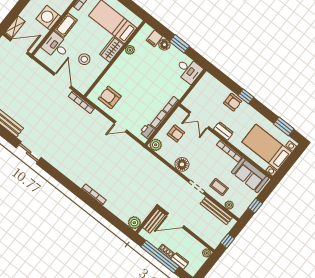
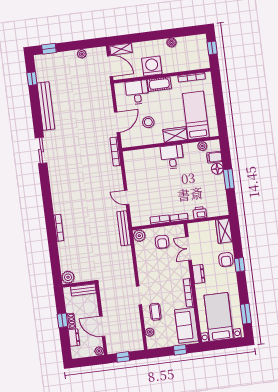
plant: (130, 50) -> (202, 146), moved
desk: (189, 70) -> (172, 157), moved, turned 180
wardrobe: (212, 83) -> (224, 231), added
armchair: (110, 97) -> (140, 168), removed
printer: (148, 131) -> (200, 213), moved
floor lamp: (182, 164) -> (144, 269), removed
window: (255, 206) -> (180, 350), moved
bench: (216, 211) -> (124, 228), moved
door: (175, 220) -> (102, 326), moved
window: (160, 257) -> (62, 320), width x0.32

